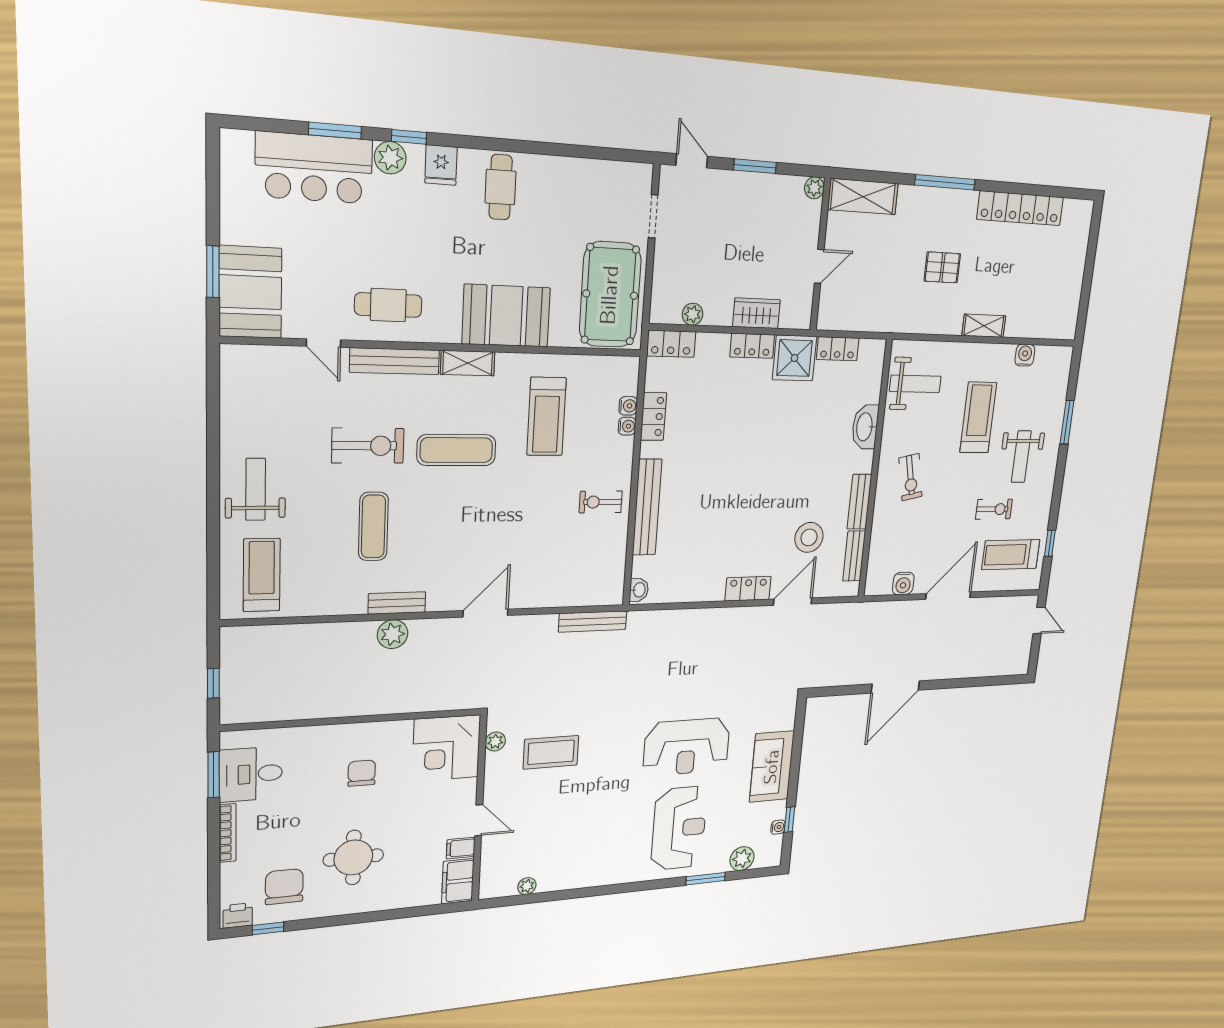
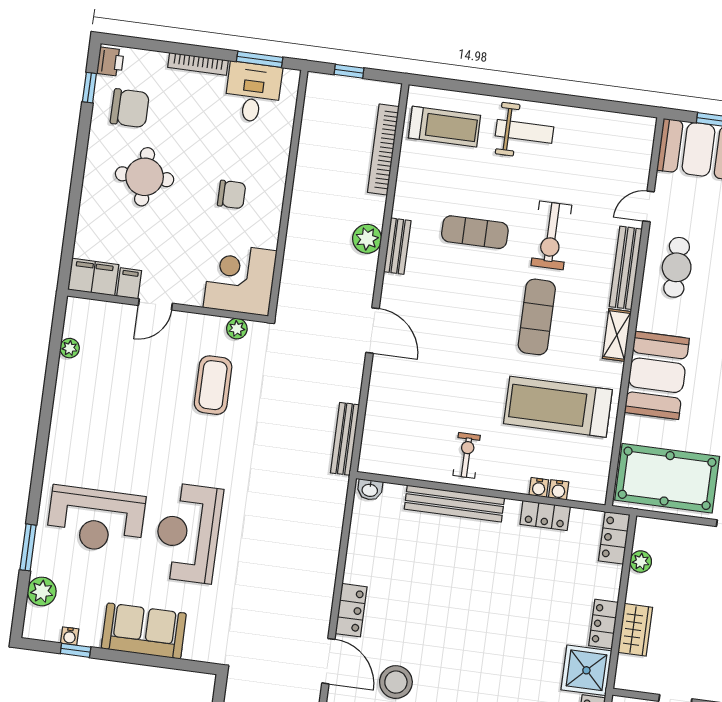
treadmill: (546, 417) -> (558, 407), width x1.37, depth x1.38
bookcase: (295, 634) -> (383, 150), added

